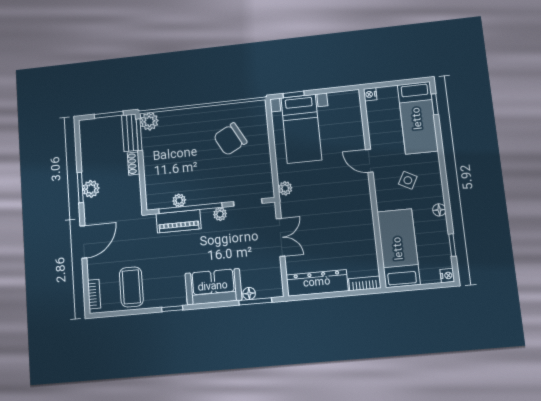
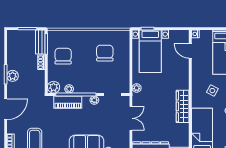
plant: (149, 121) -> (54, 87), moved
chair: (230, 139) -> (105, 53), turned 118
chair: (166, 151) -> (63, 56), added
door: (369, 161) -> (190, 51), moved
wardrobe: (362, 210) -> (183, 106), added

